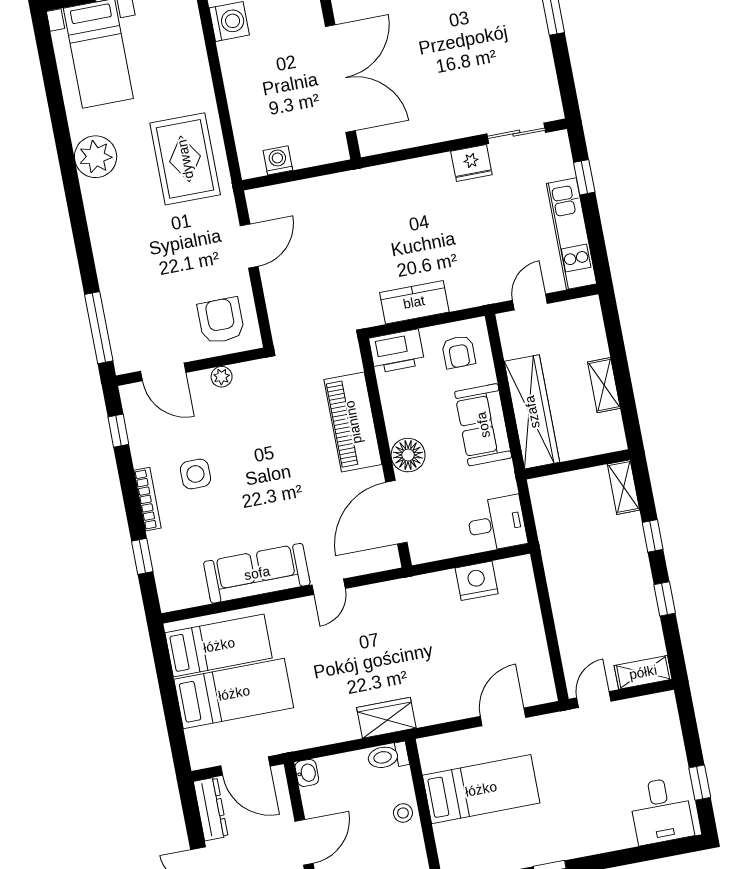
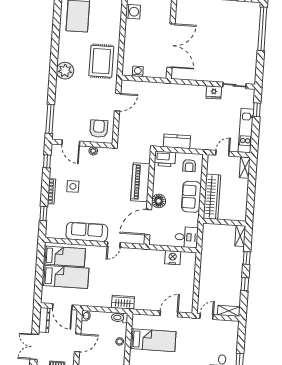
plant: (96, 157) -> (65, 71), moved
shelving: (604, 385) -> (245, 168), moved

